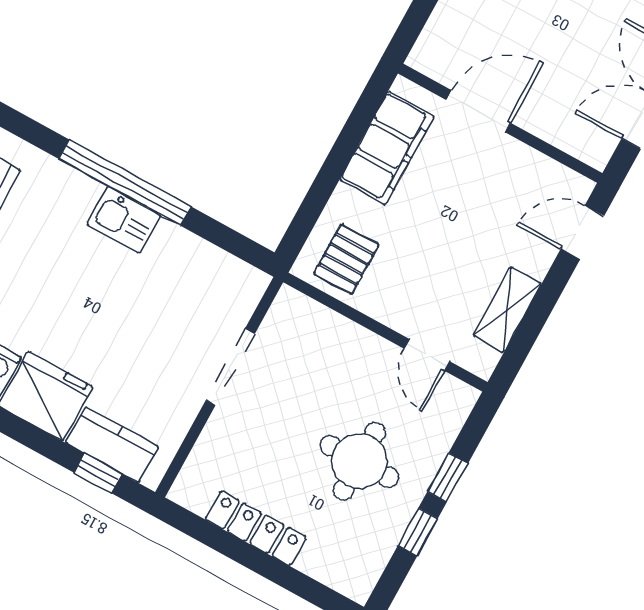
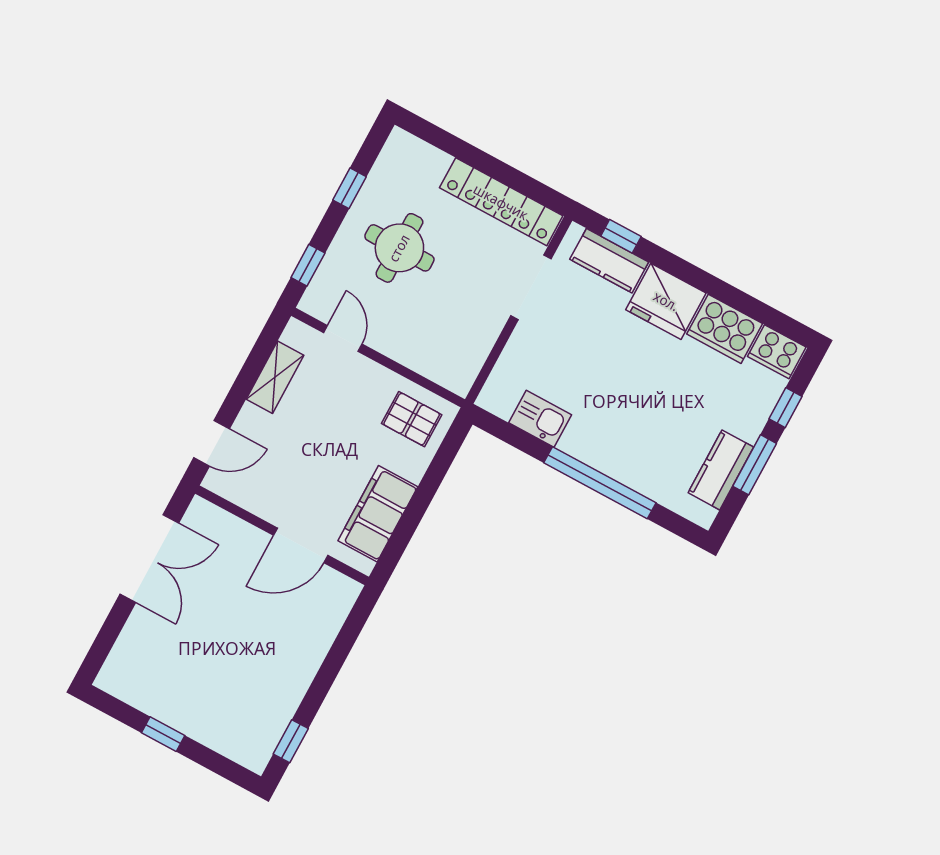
kitchen sink: (124, 220) -> (540, 419), moved
pallet: (346, 259) -> (412, 419), turned 90
doorway: (230, 367) -> (531, 287), moved
window: (448, 478) -> (308, 265), moved
locker: (256, 528) -> (501, 202), width x1.41, depth x1.21

